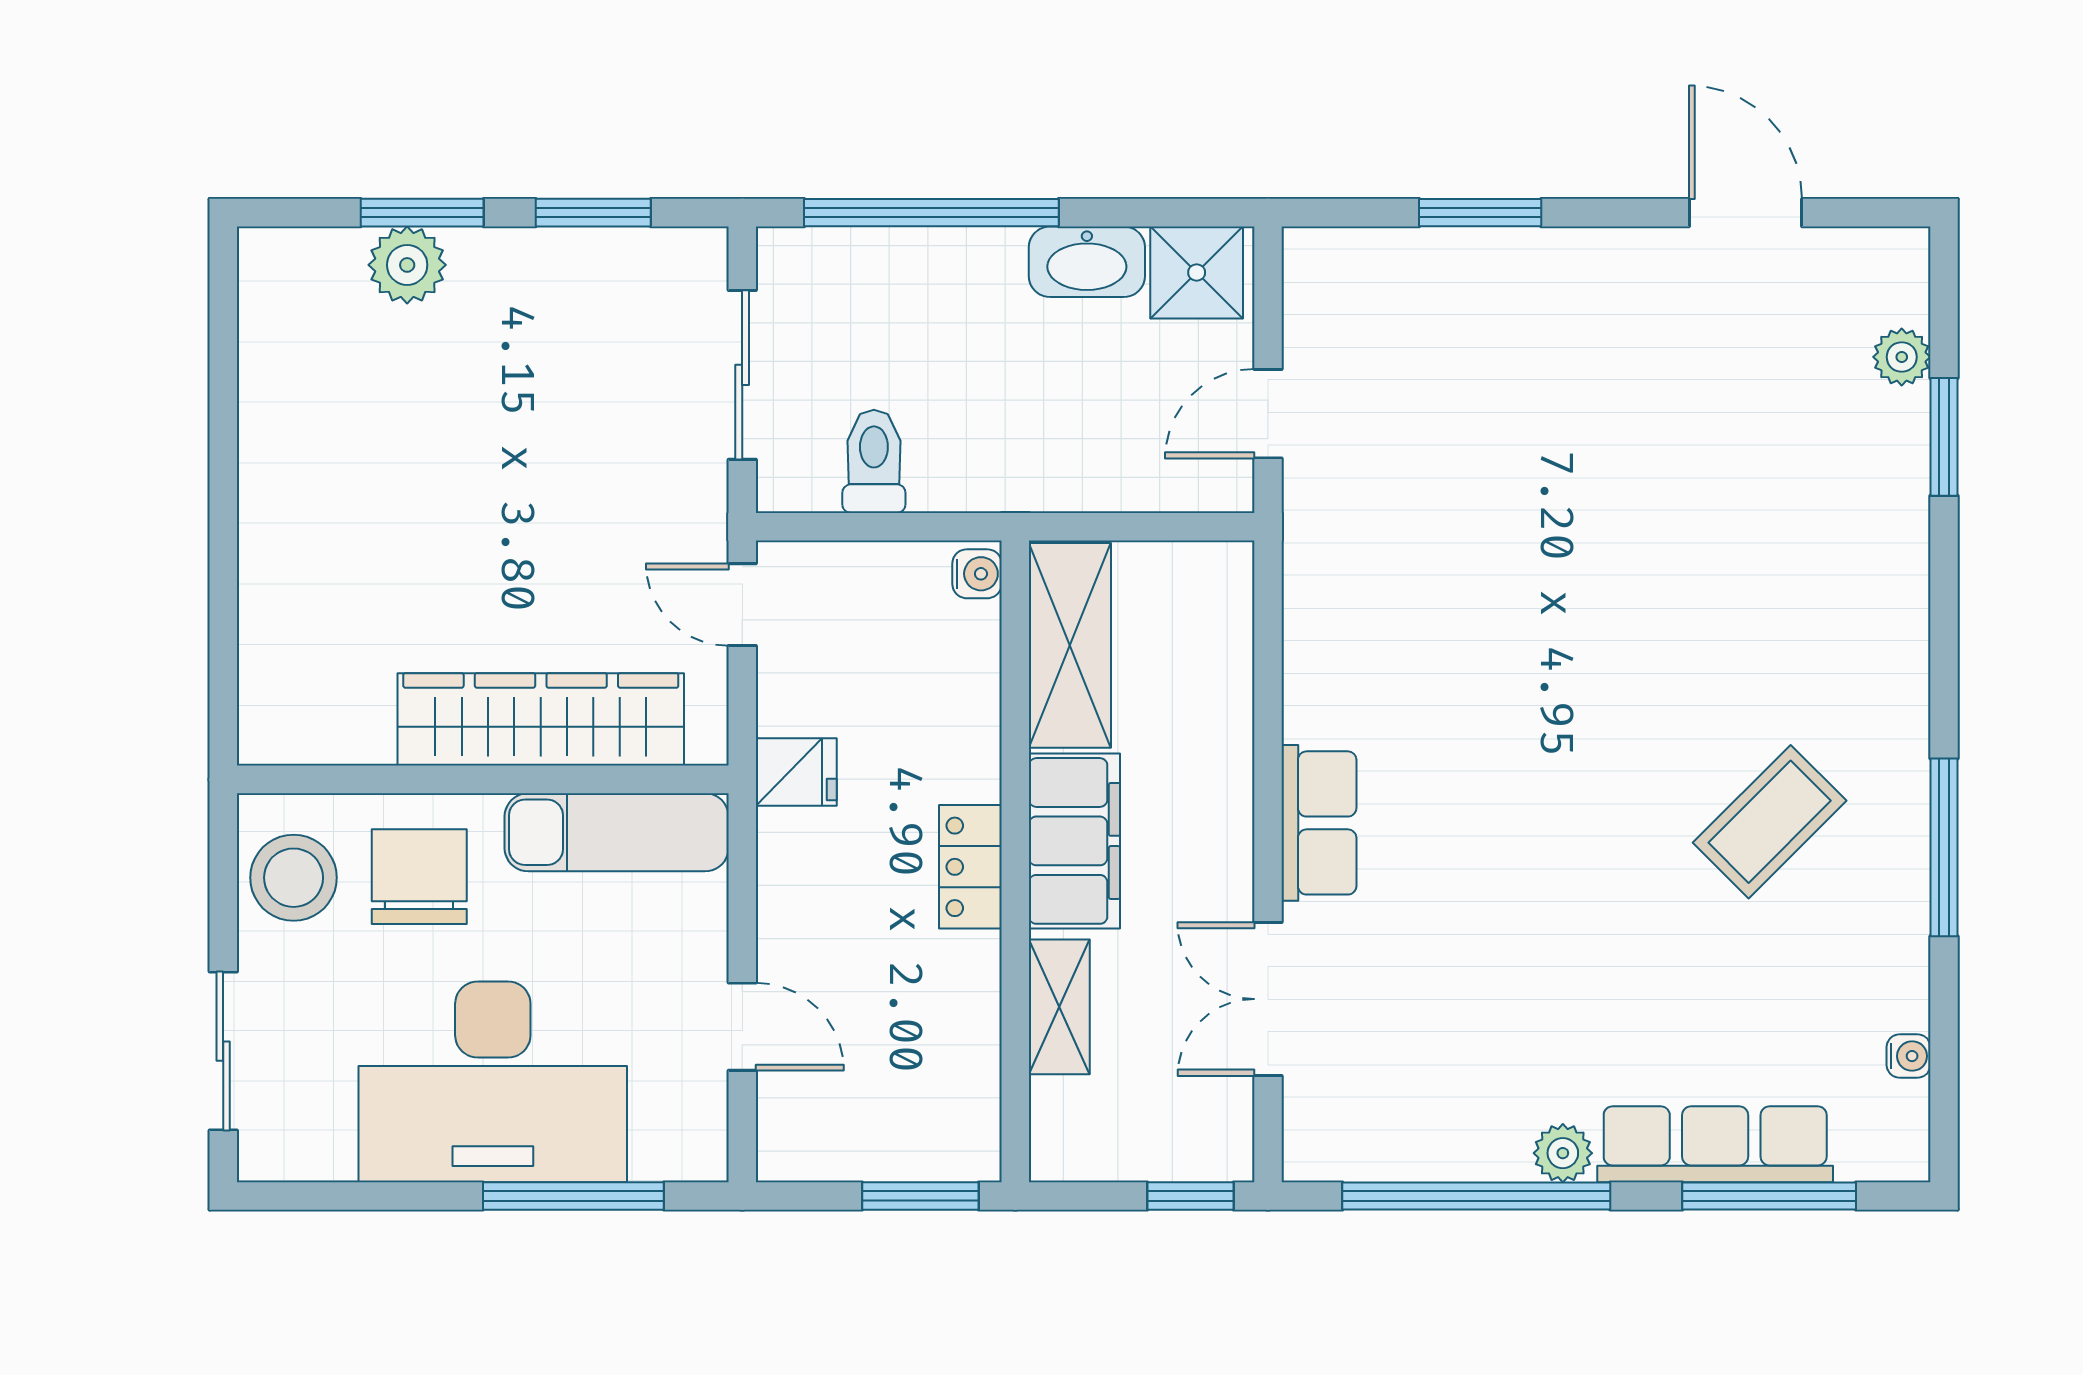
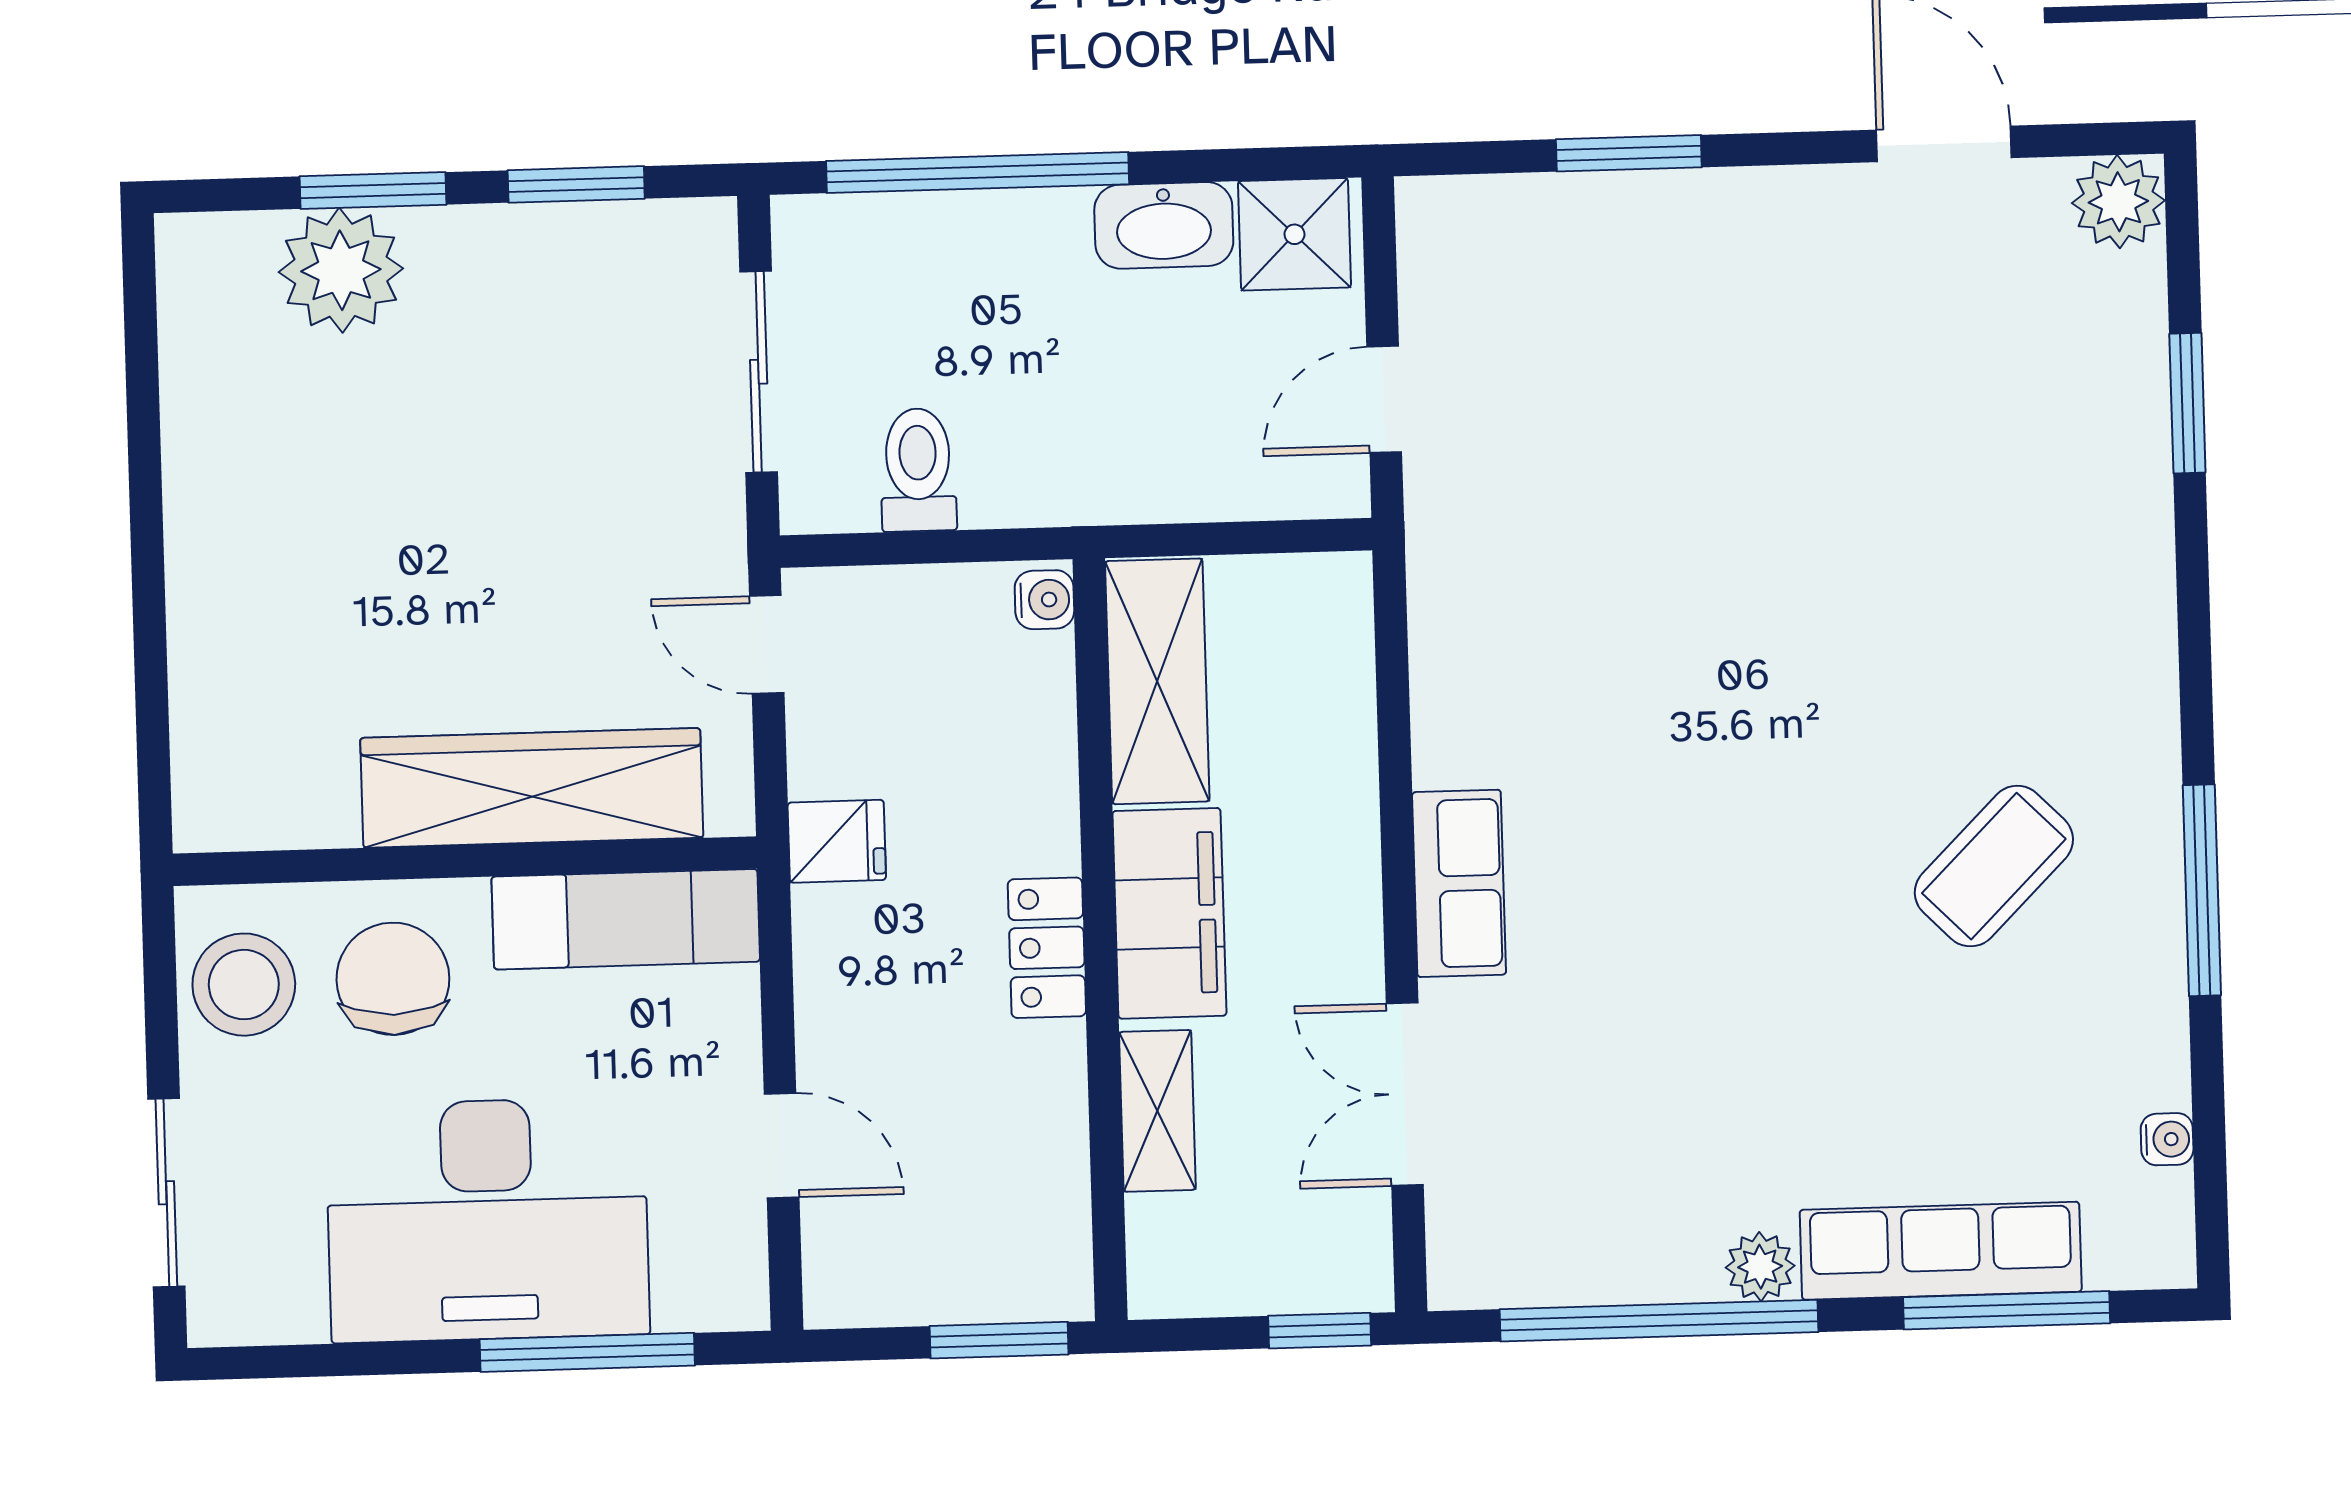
plant: (407, 265) -> (341, 270), width x1.36, depth x1.36
plant: (1902, 357) -> (2118, 202), moved, width x1.38, depth x1.38

